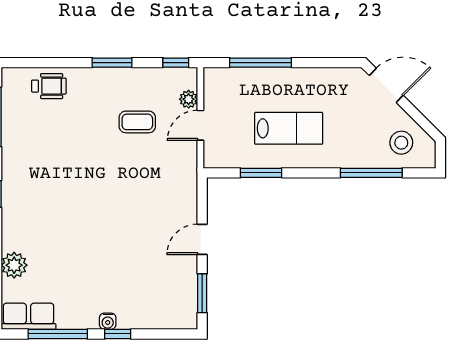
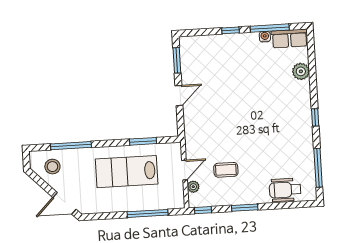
wheelchair: (49, 86) -> (285, 190), width x1.36, depth x1.37
lab bench: (289, 128) -> (127, 172), width x1.36, depth x1.39
water cooler: (108, 321) -> (265, 37), moved

